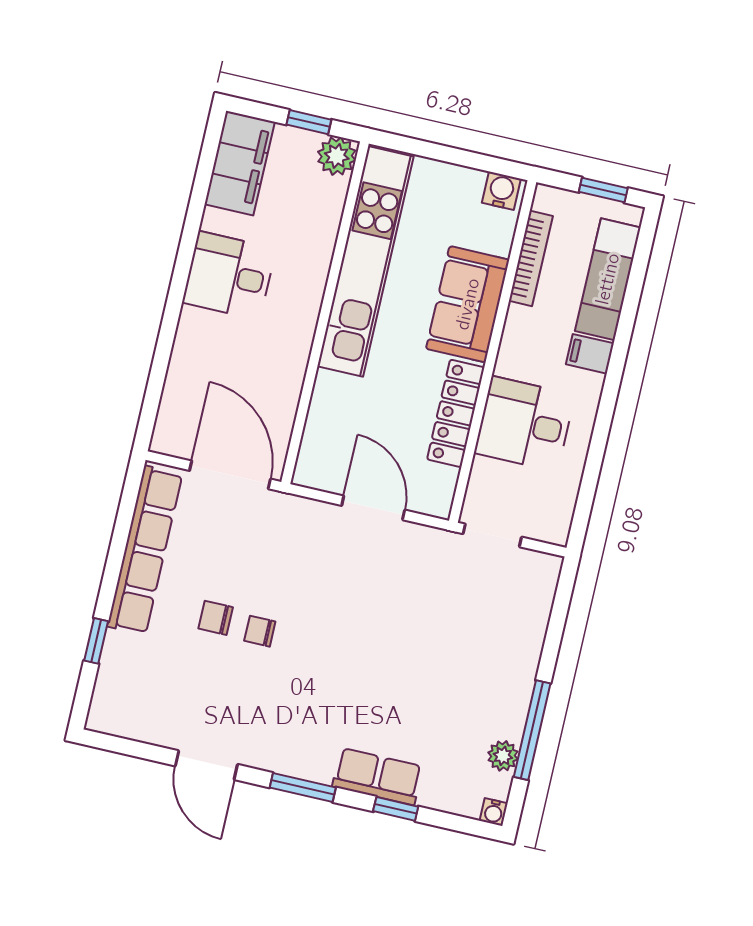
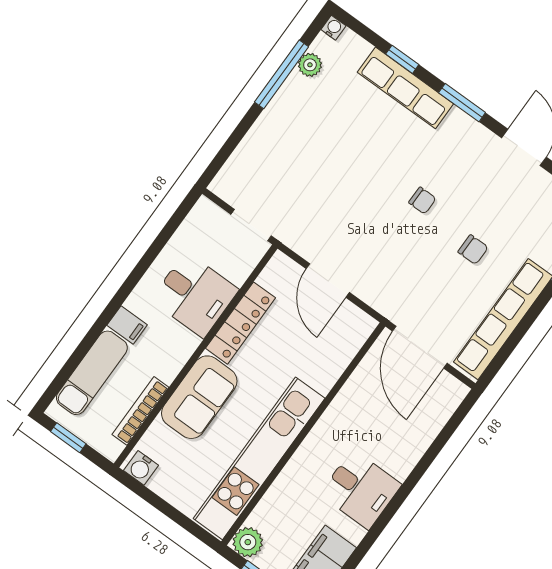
chair: (260, 631) -> (422, 200), moved
row of seats: (378, 776) -> (405, 88), width x1.48

